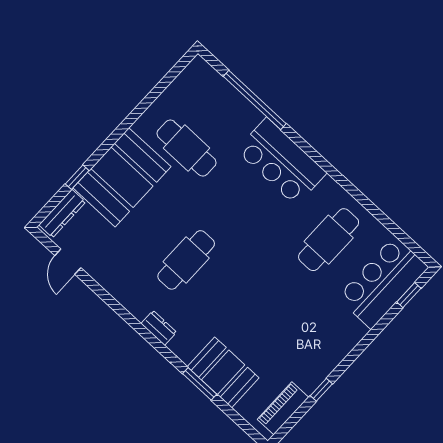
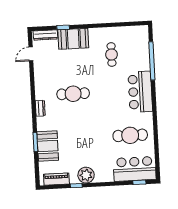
cafe table: (186, 148) -> (111, 55), width x0.73, depth x0.74
booth: (122, 177) -> (73, 39), width x0.73, depth x0.70
plant: (321, 360) -> (86, 175), added

